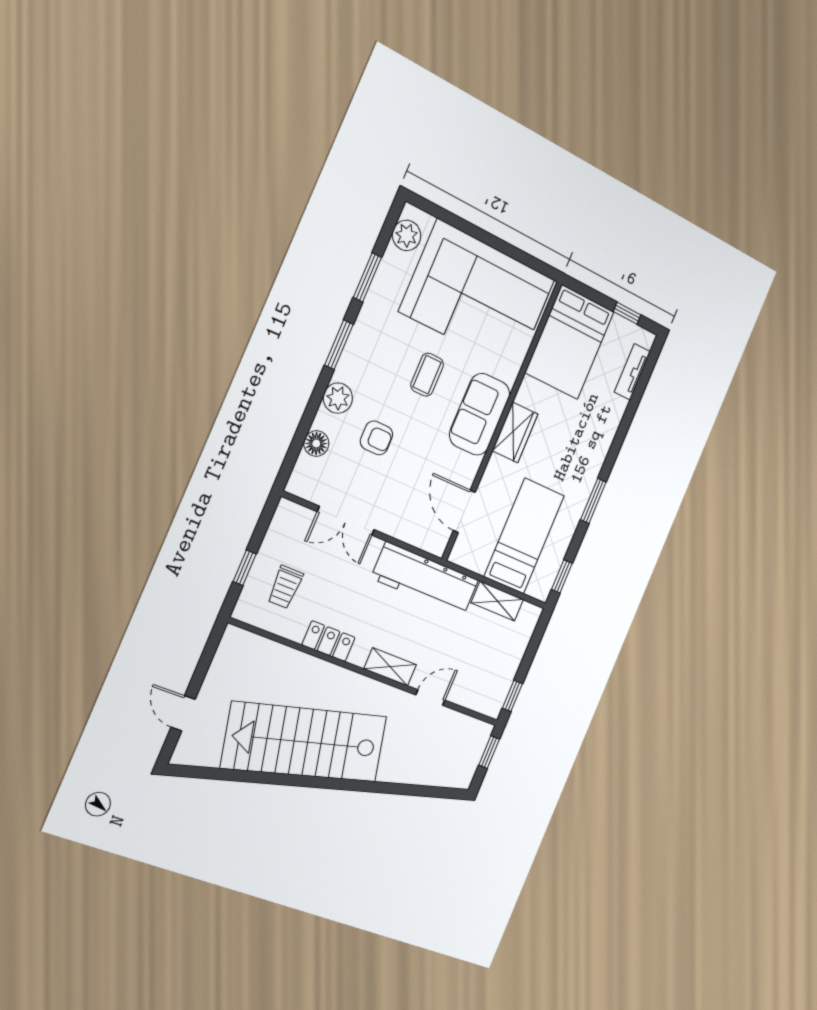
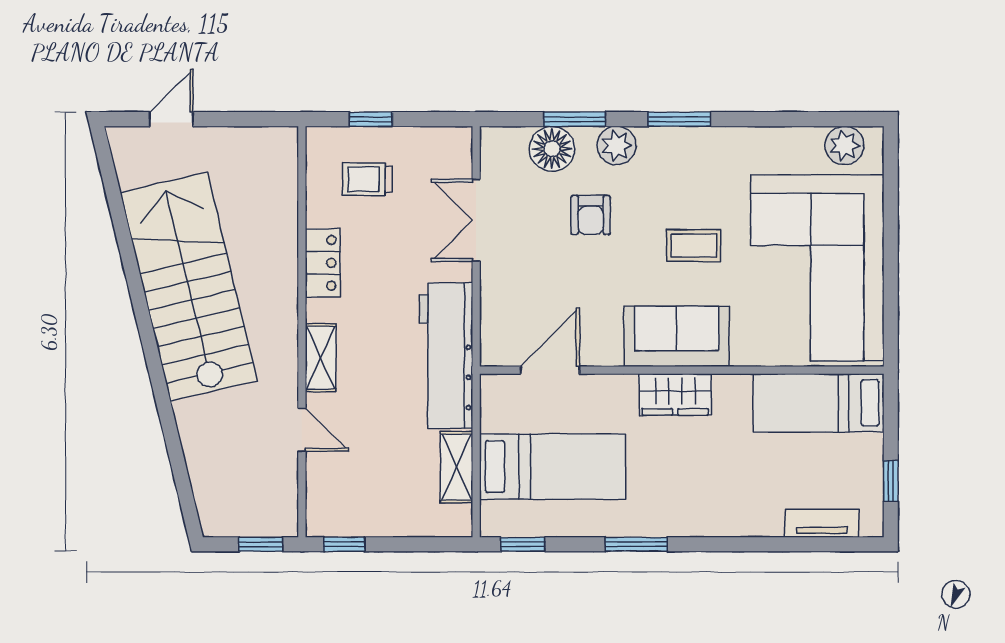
window: (367, 277) -> (575, 119), moved
bed: (570, 342) -> (819, 403), width x0.67
floor lamp: (316, 443) -> (552, 149), width x1.38, depth x1.38

